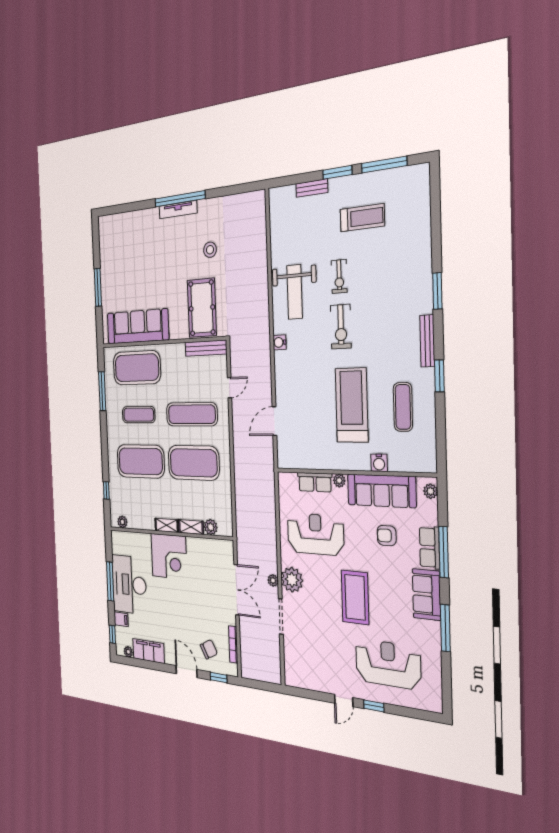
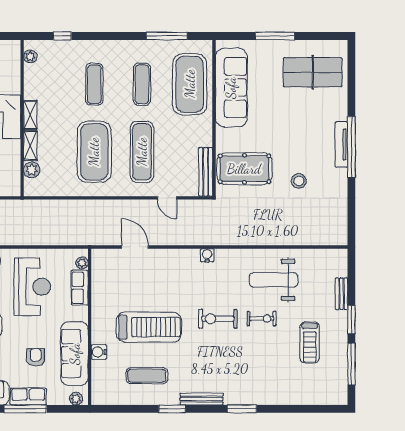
table tennis table: (123, 247) -> (313, 72), added
exercise bike: (339, 276) -> (262, 319), turned 180
weight bench: (295, 292) -> (274, 280), moved
exercise mat: (141, 461) -> (94, 84), width x0.50, depth x0.69
plant: (339, 481) -> (82, 263), moved

